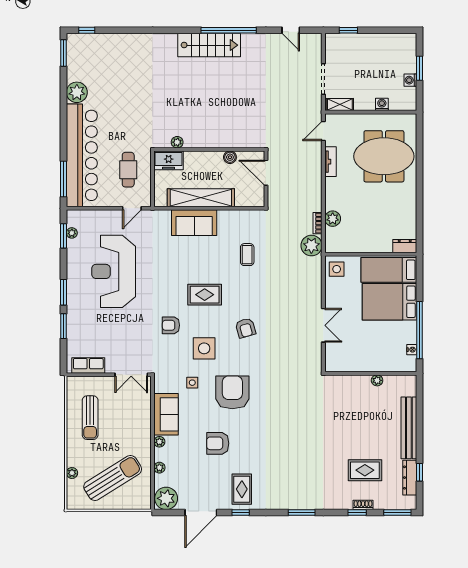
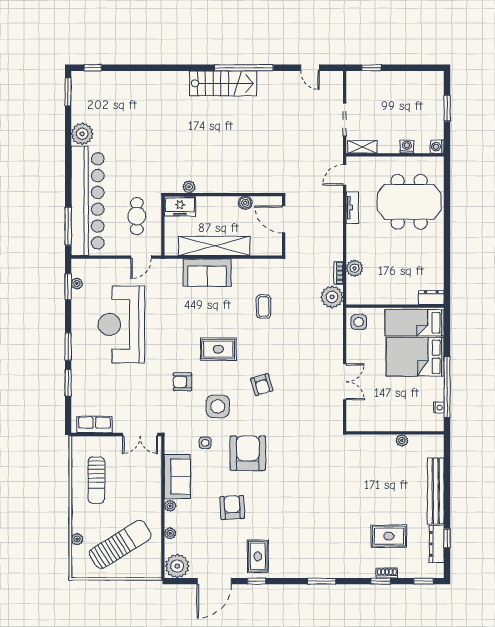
washing machine: (410, 80) -> (437, 147), moved
armchair: (218, 443) -> (232, 507), turned 87
window: (397, 513) -> (423, 581), width x0.67

